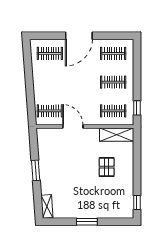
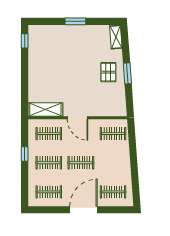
clothes rail: (81, 82) -> (81, 163), added
window: (137, 108) -> (25, 154), moved
door: (73, 127) -> (77, 118), moved
pallet: (107, 167) -> (108, 72), moved

